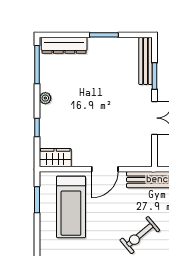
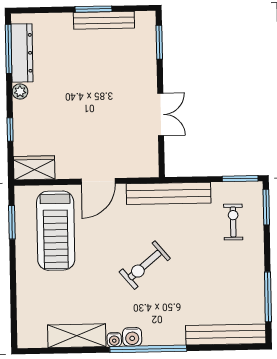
dresser: (64, 45) -> (22, 53), moved, turned -90
bench: (146, 61) -> (104, 20), moved, turned 90
window: (154, 76) -> (159, 42), moved

